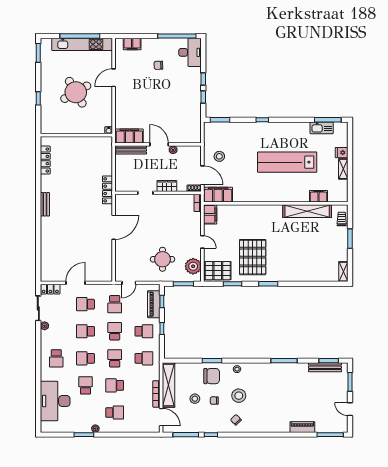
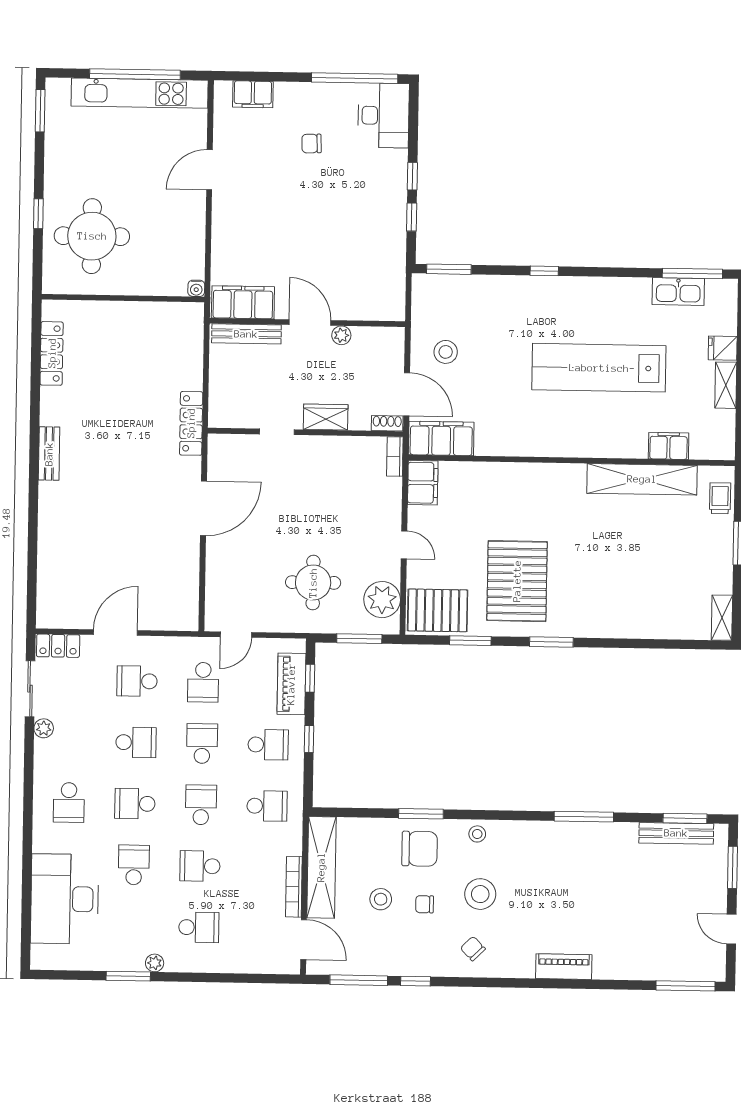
round table: (76, 92) -> (92, 236), moved, turned 30
school desk: (85, 331) -> (136, 742), turned 180
piano: (302, 427) -> (564, 967), moved

